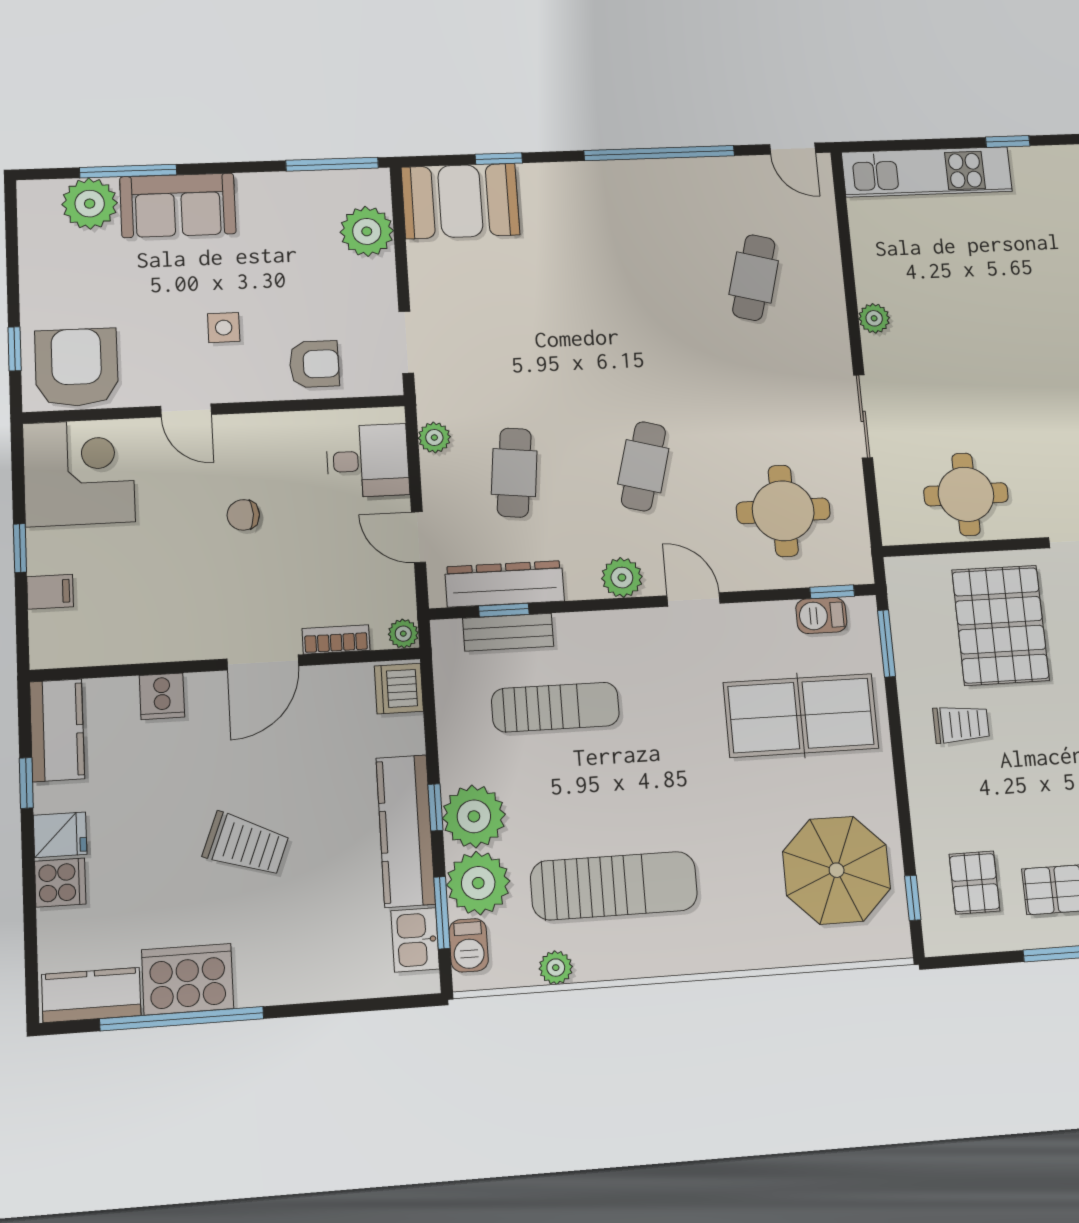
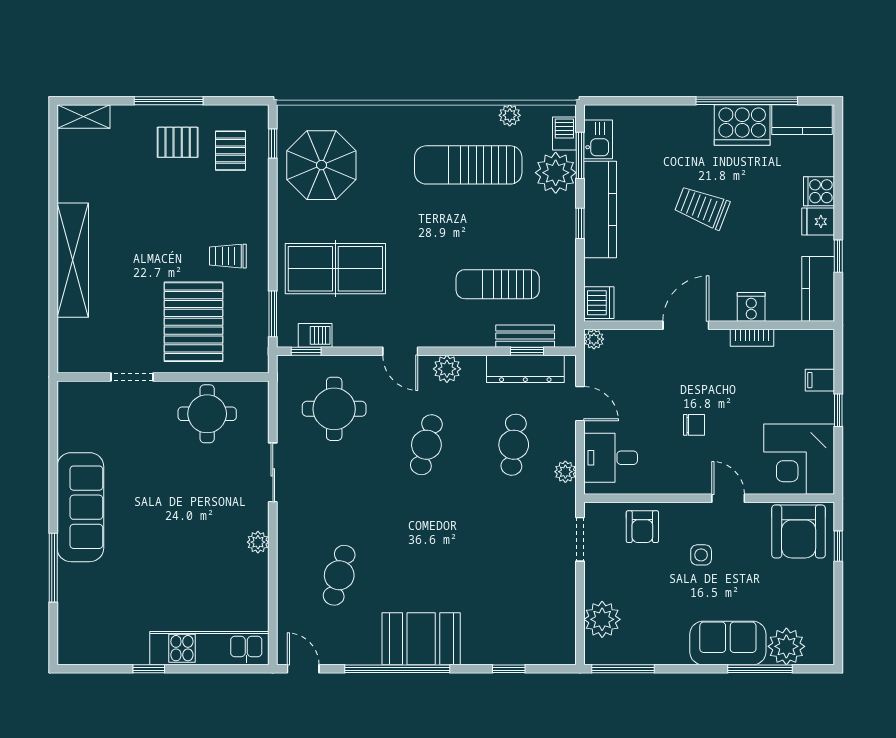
booth: (460, 201) -> (421, 639), moved
armchair: (314, 364) -> (642, 527), turned -90
bookcase: (336, 639) -> (752, 338), moved
plant: (474, 816) -> (556, 216), removed

